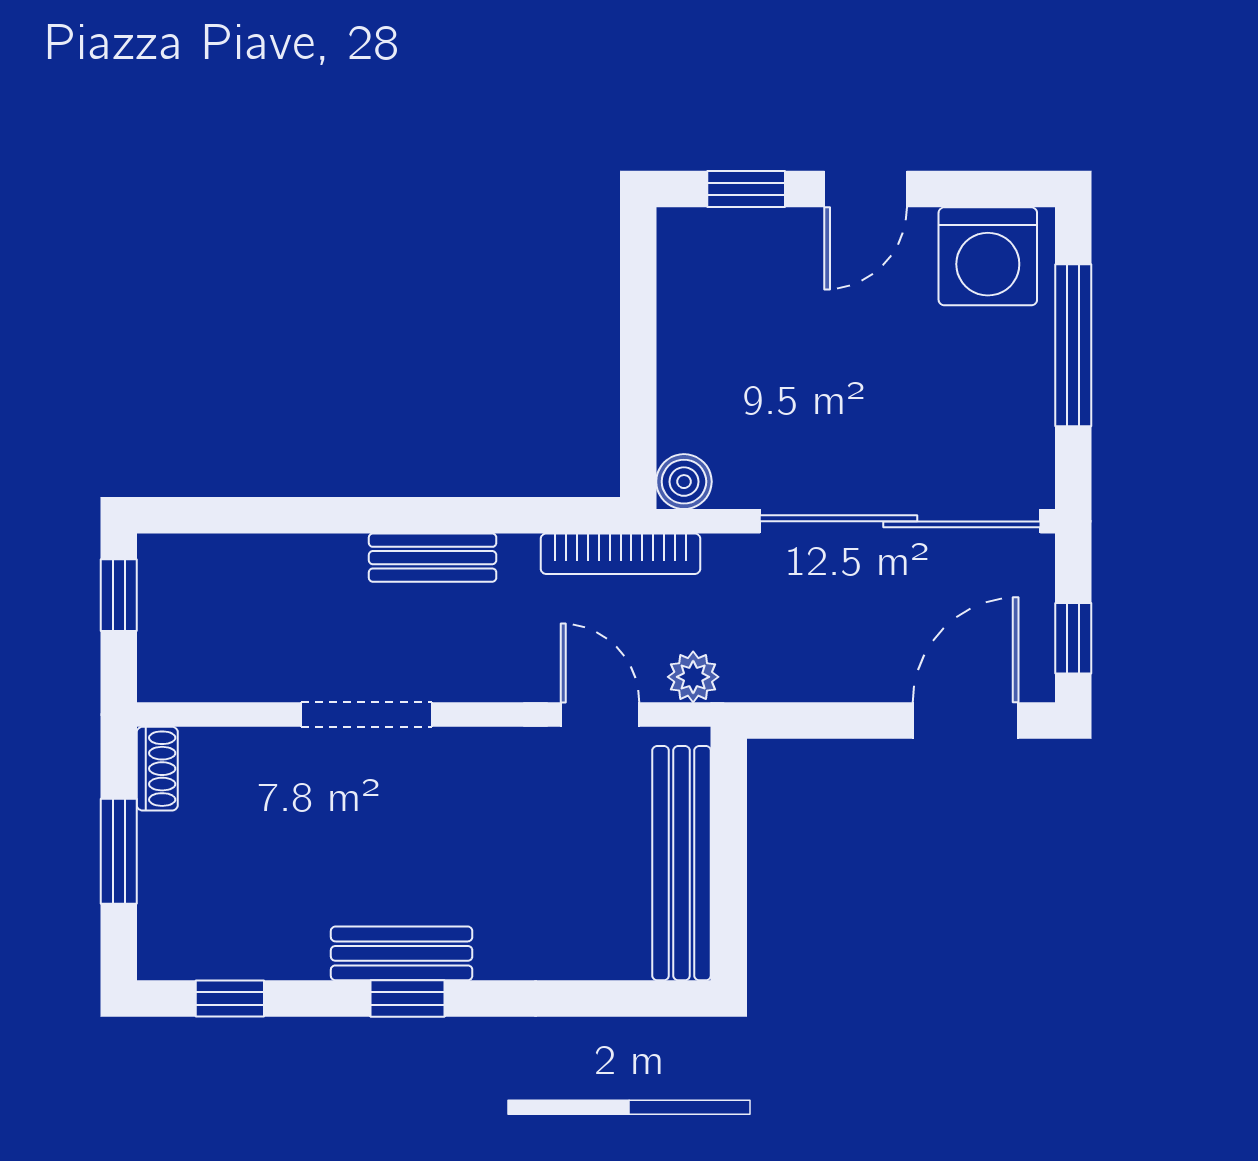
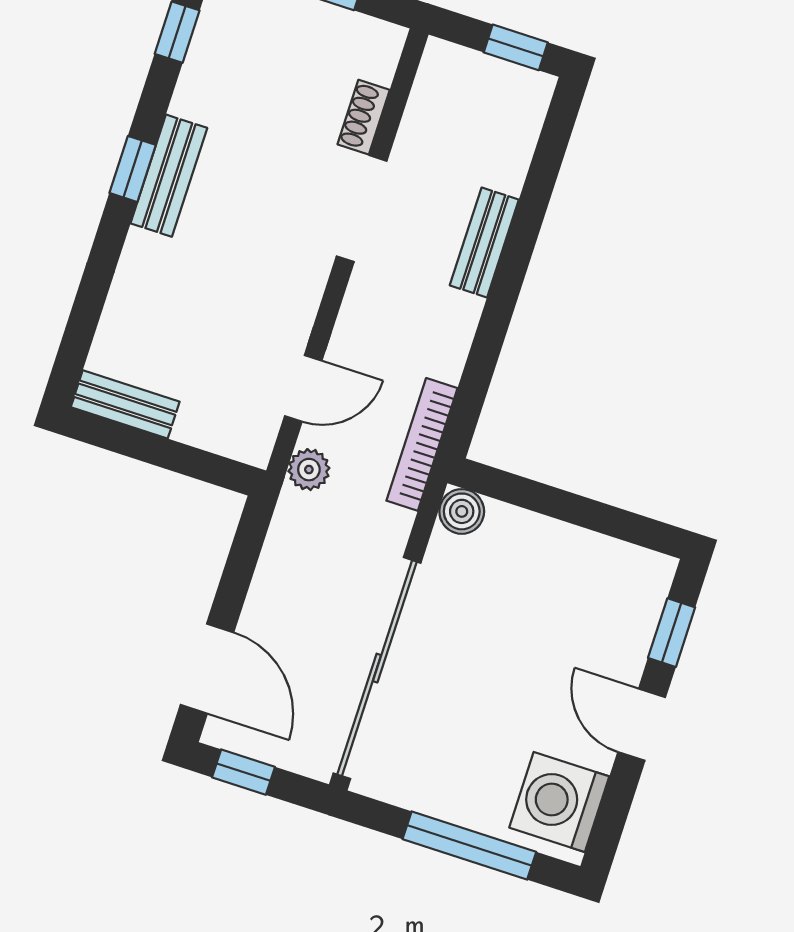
bench: (433, 558) -> (484, 242), moved
shoe rack: (157, 769) -> (364, 117), moved, turned 90
bench: (682, 863) -> (125, 404), width x0.54, depth x0.82

